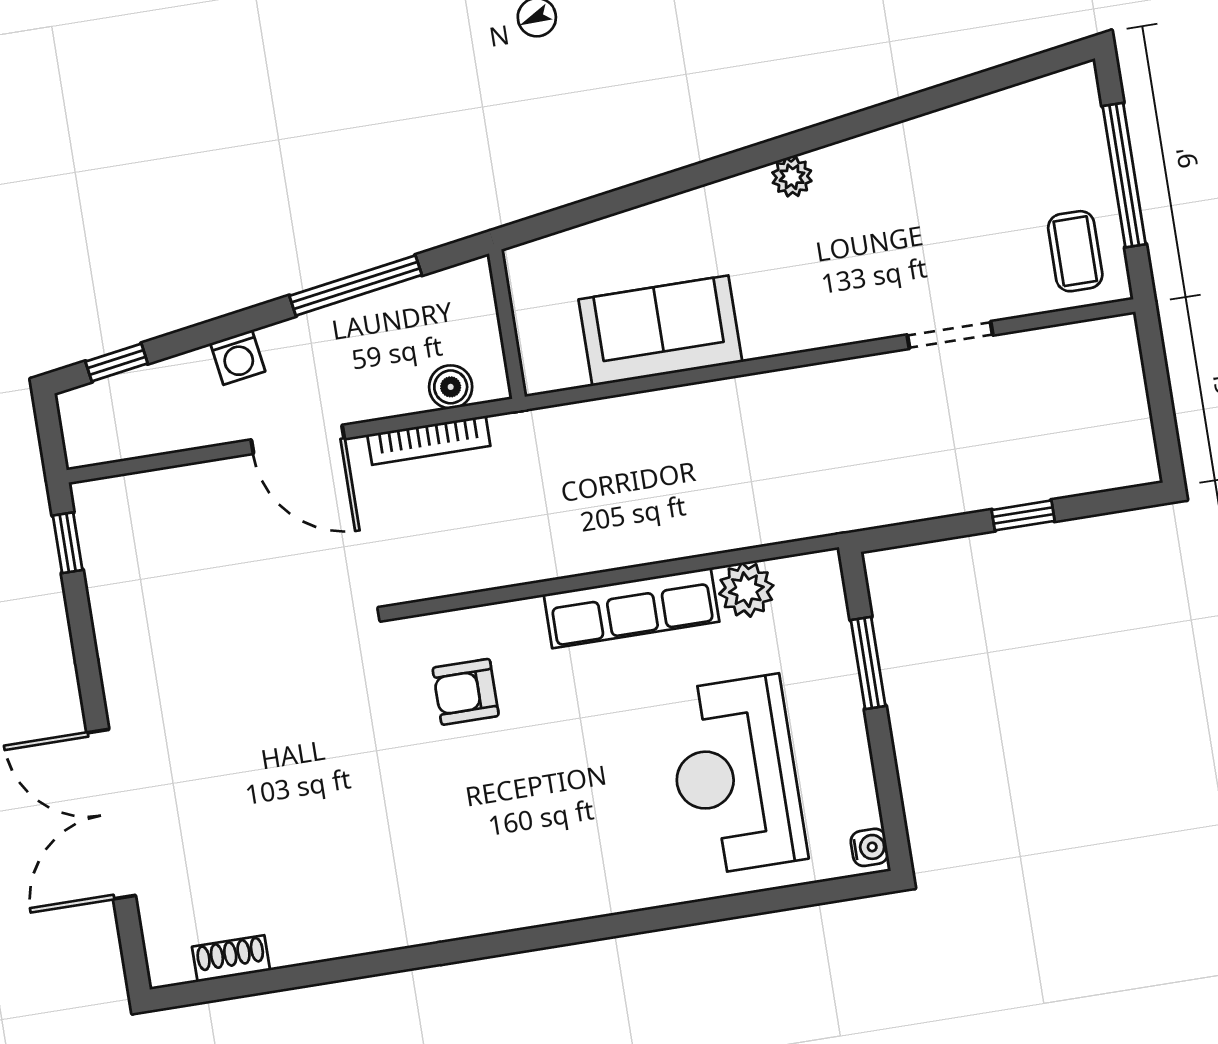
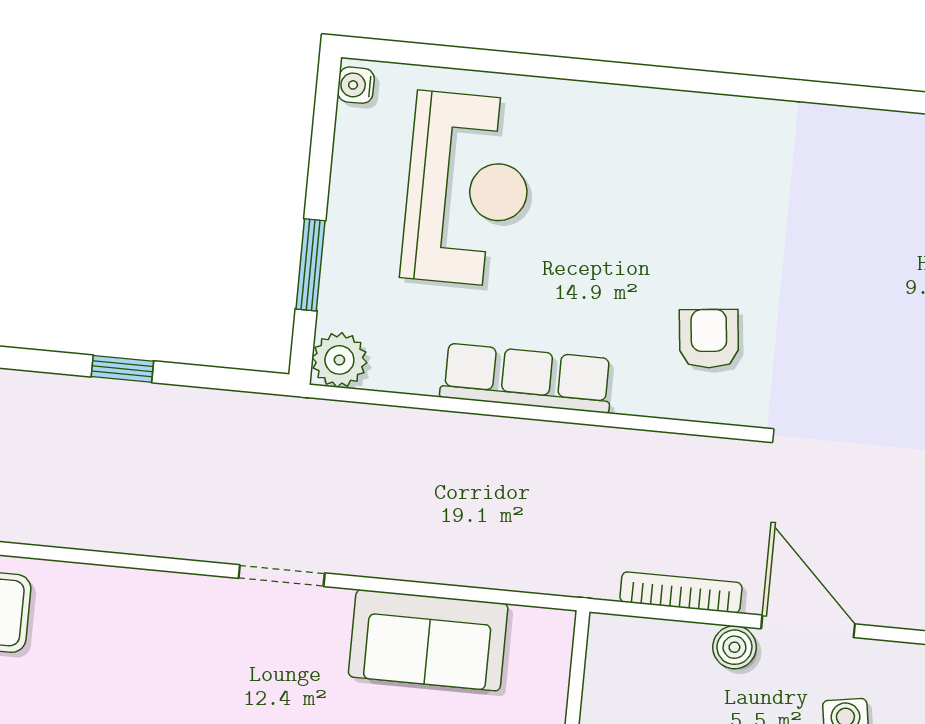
doorway: (950, 335) -> (282, 576), moved
boiler: (451, 387) -> (734, 647), moved
plant: (746, 590) -> (339, 360), moved
armchair: (466, 692) -> (709, 339), turned -96

